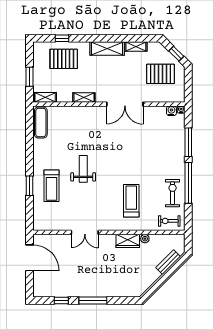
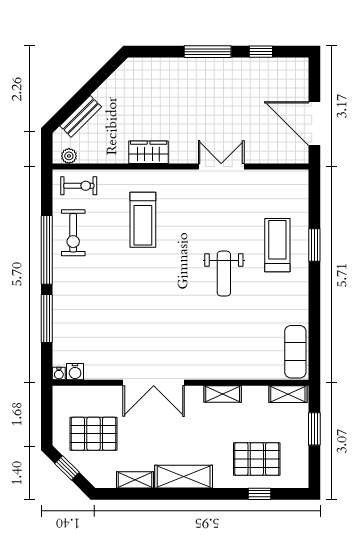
double door: (125, 104) -> (154, 383), swing flipped
plant: (145, 239) -> (69, 156), moved

